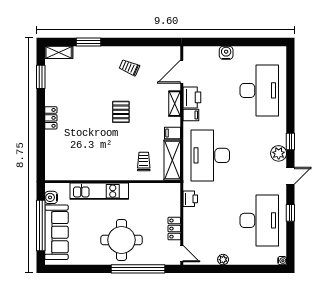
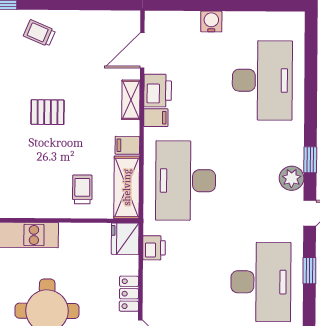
trolley: (129, 67) -> (39, 33), moved
pallet: (121, 112) -> (48, 112), turned 90
fridge: (172, 193) -> (125, 239), added

